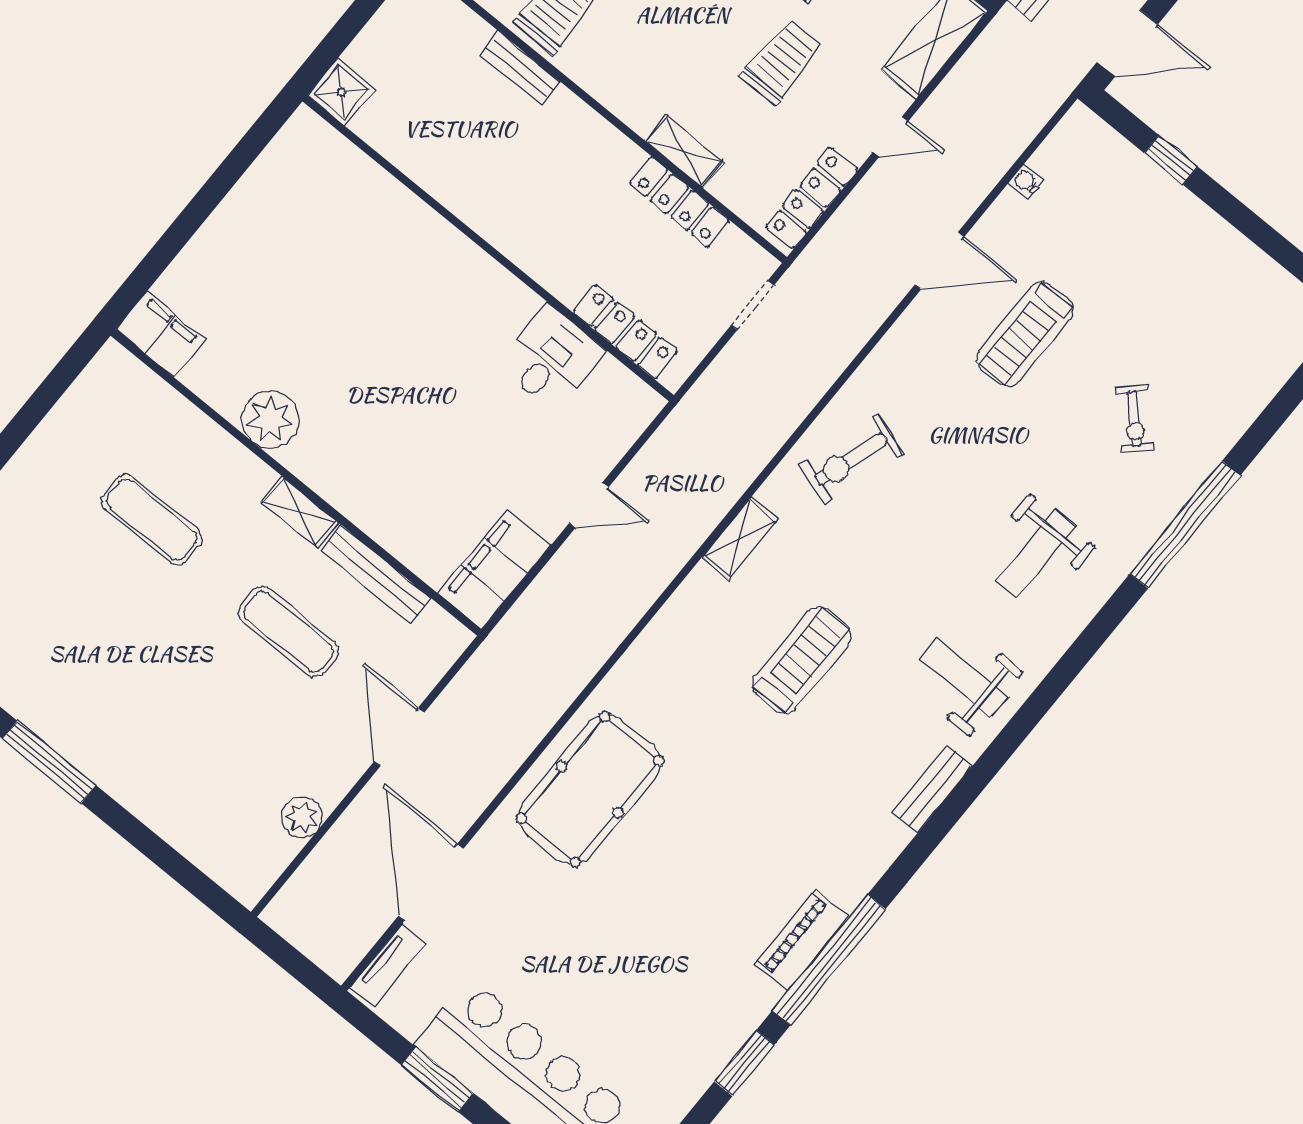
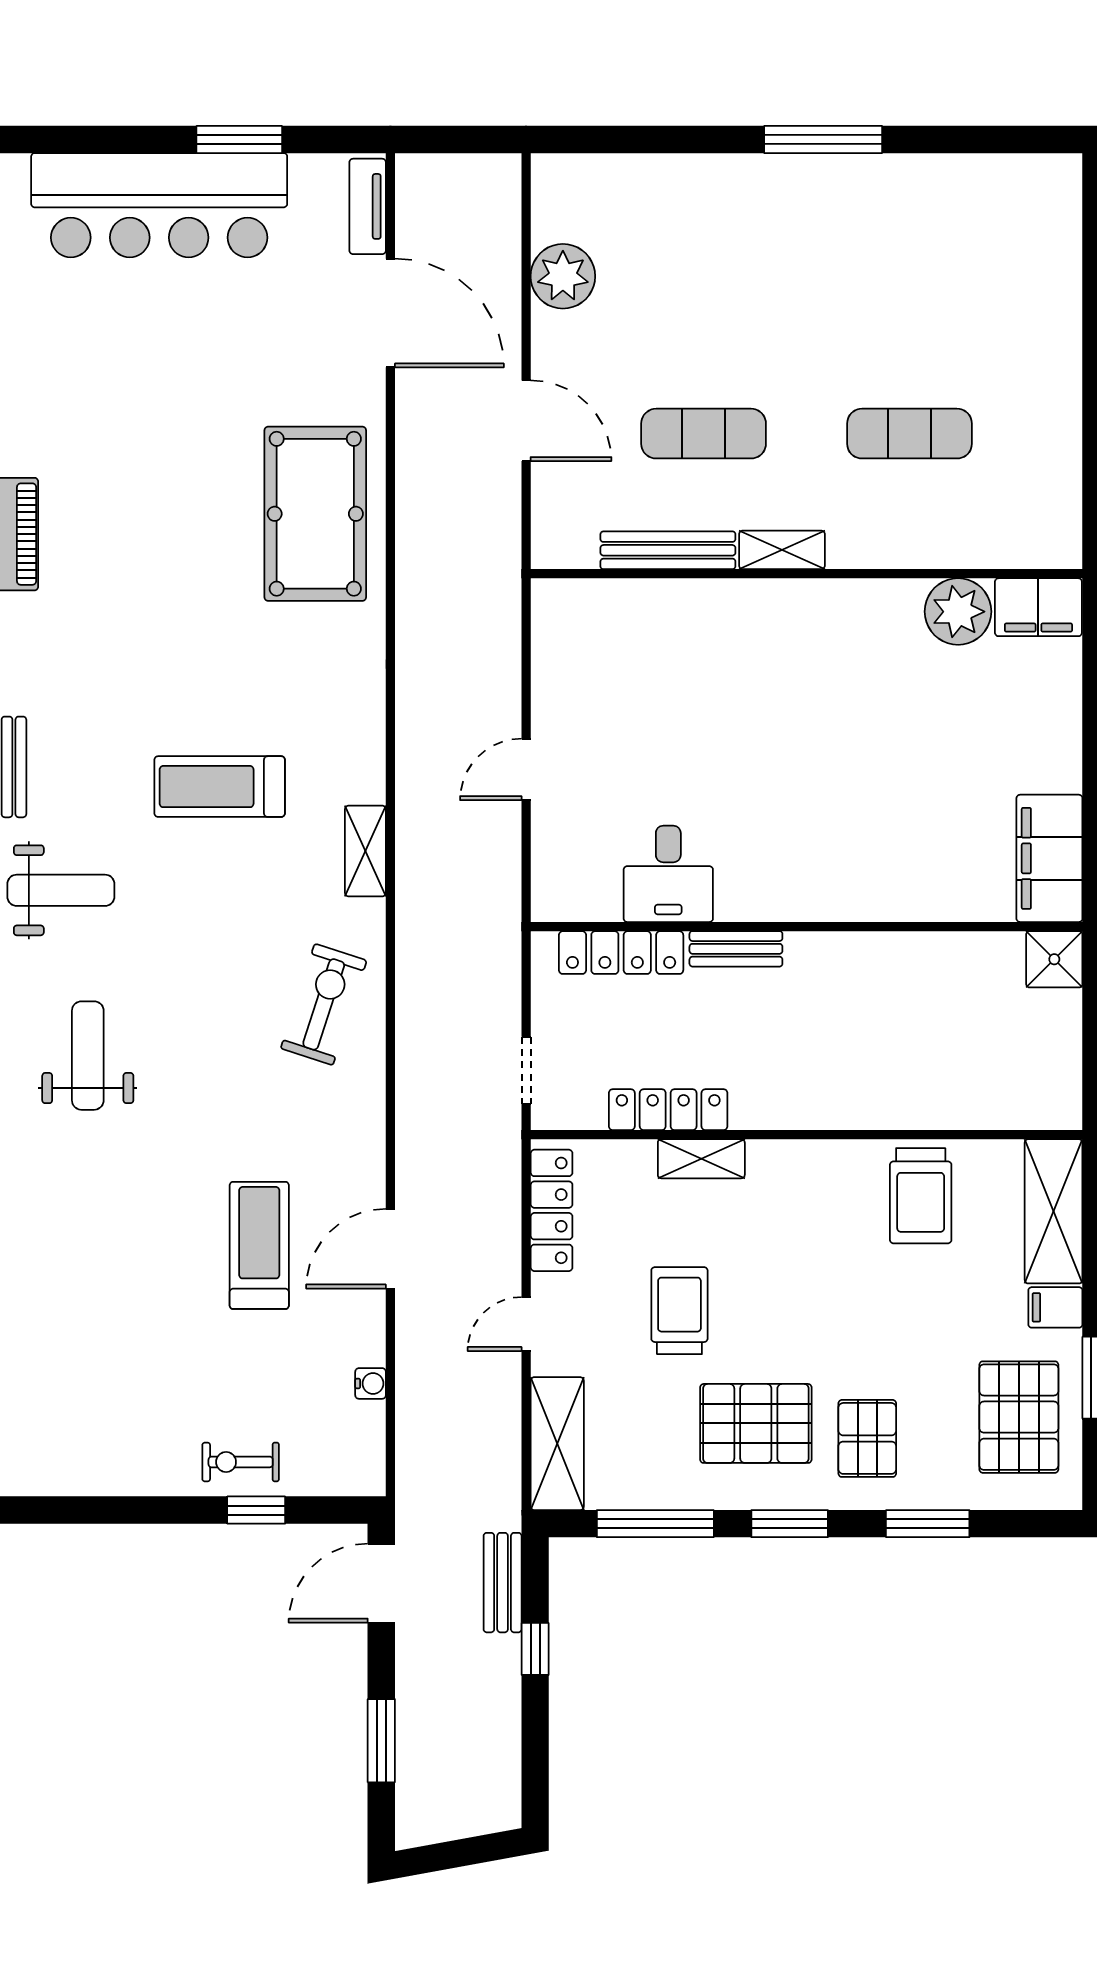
trolley: (781, 62) -> (679, 1311), turned 180
bench: (520, 68) -> (736, 949), moved
plant: (270, 419) -> (958, 612), moved
exercise bike: (1134, 419) -> (241, 1462), moved, turned -45
filing cabinet: (495, 569) -> (1049, 858), moved, turned 180
treadmill: (802, 660) -> (220, 787), turned 90
plant: (302, 817) -> (563, 276), width x1.36, depth x1.36

